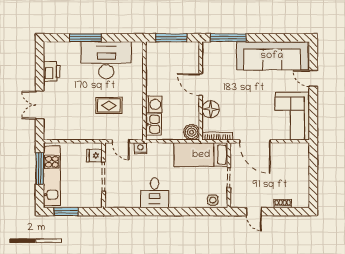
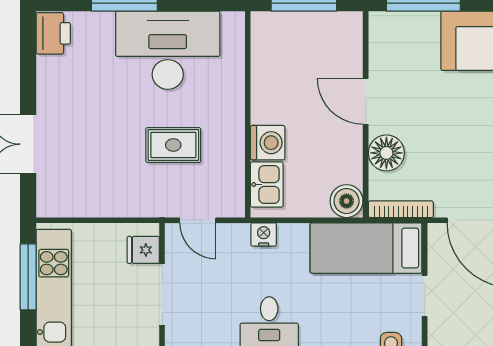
printer: (52, 71) -> (53, 33), moved
nightstand: (140, 148) -> (264, 235), moved

